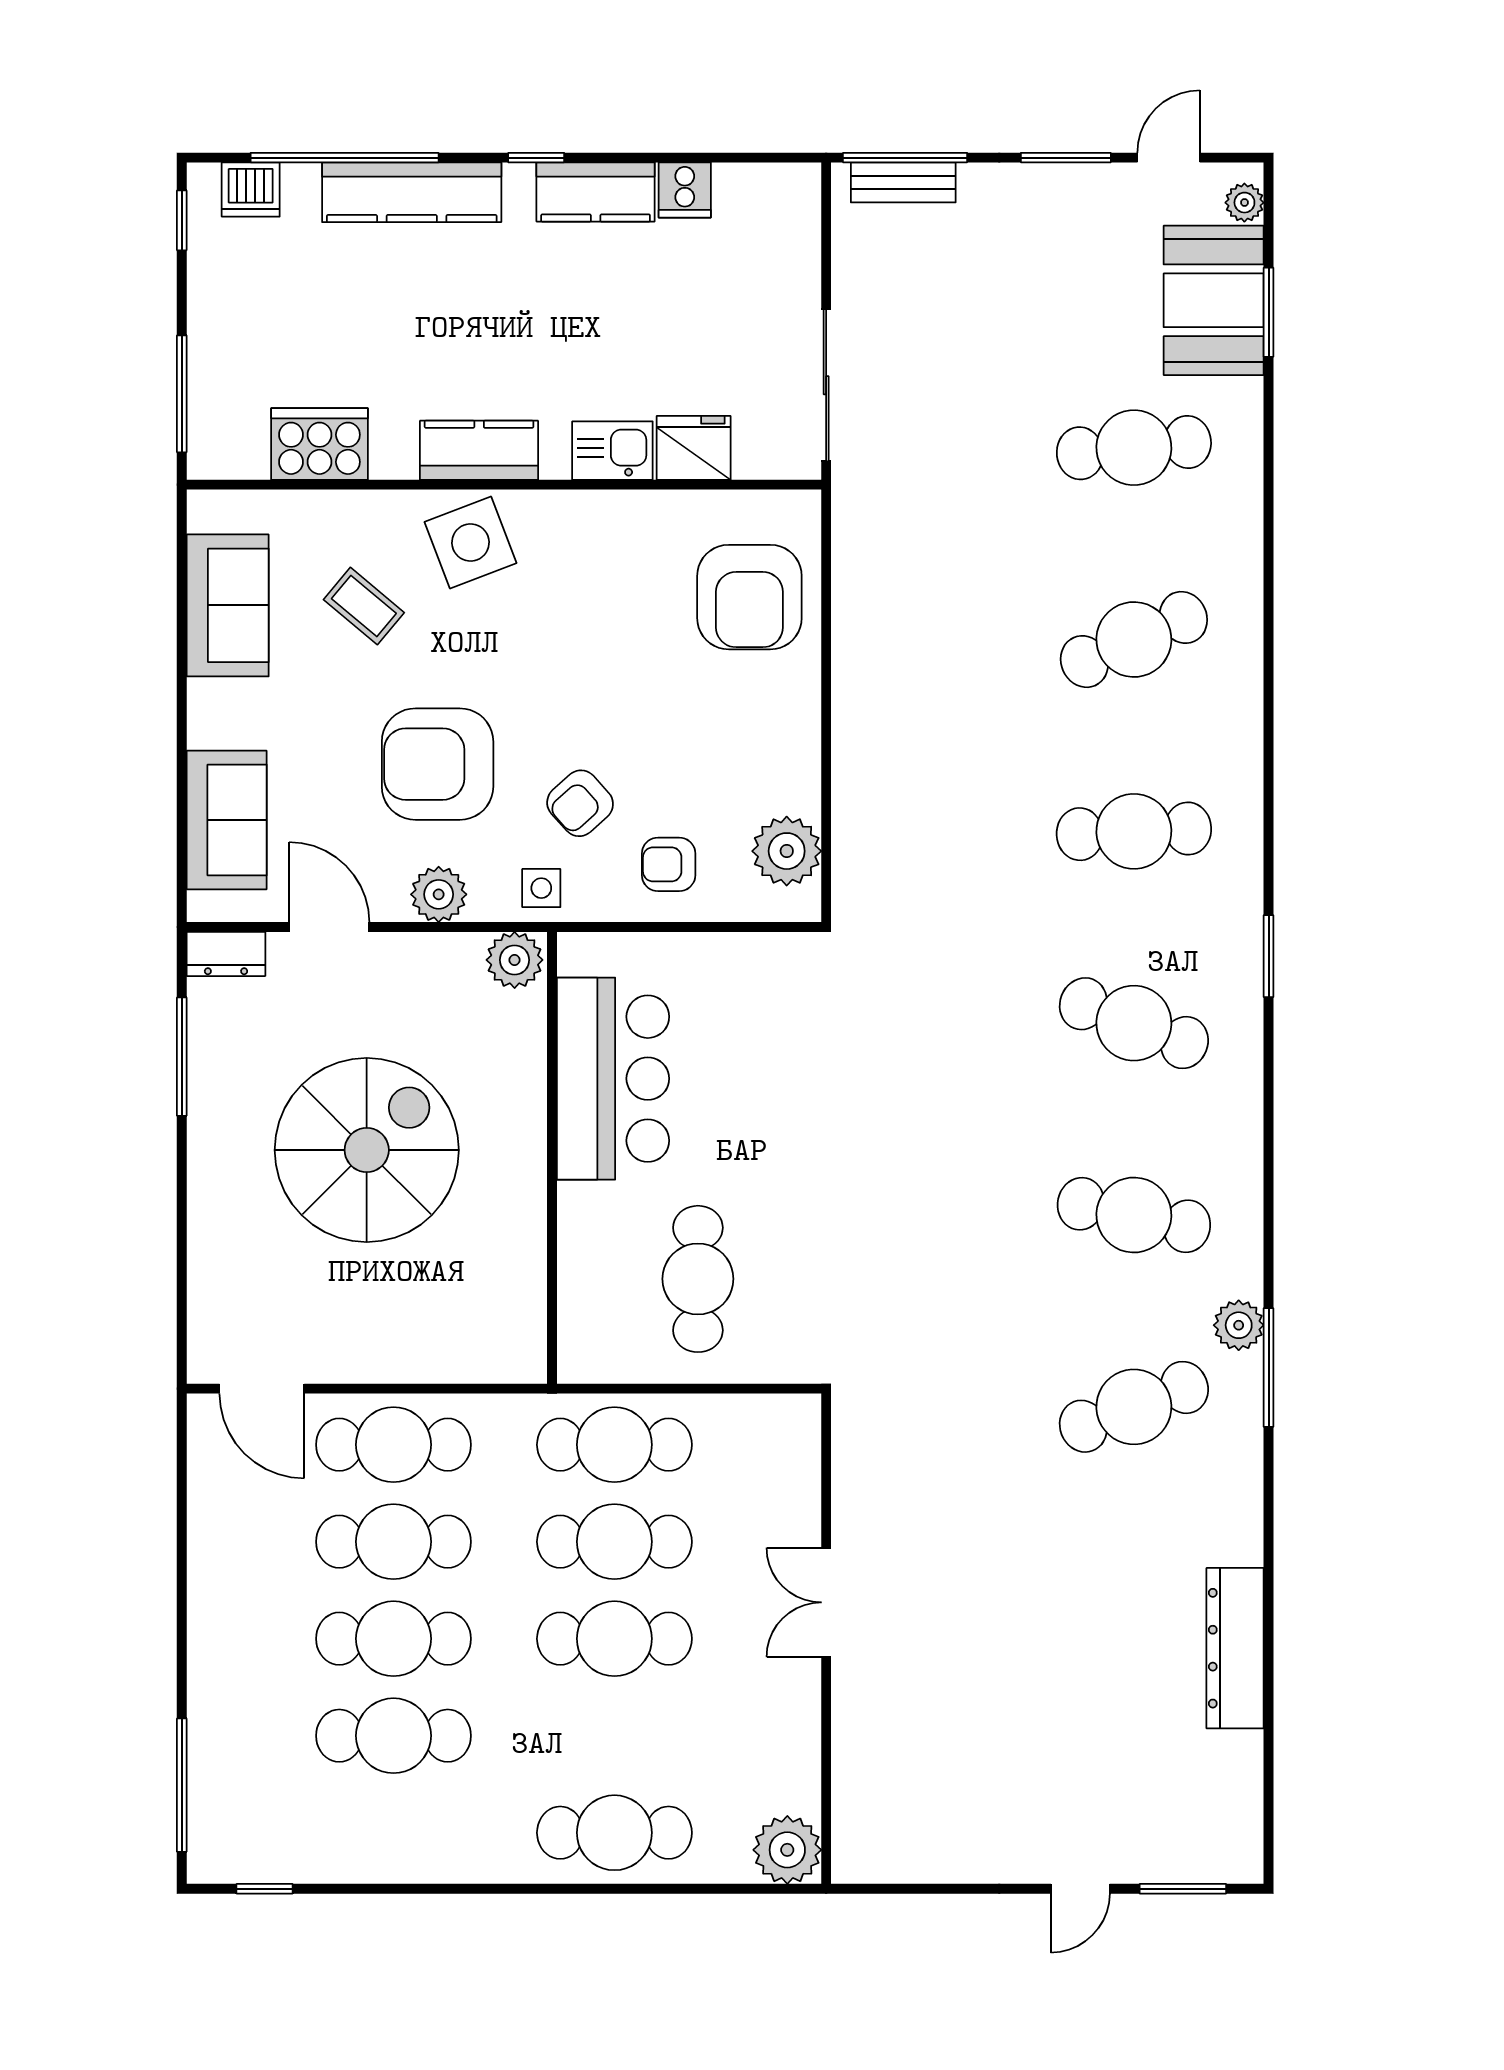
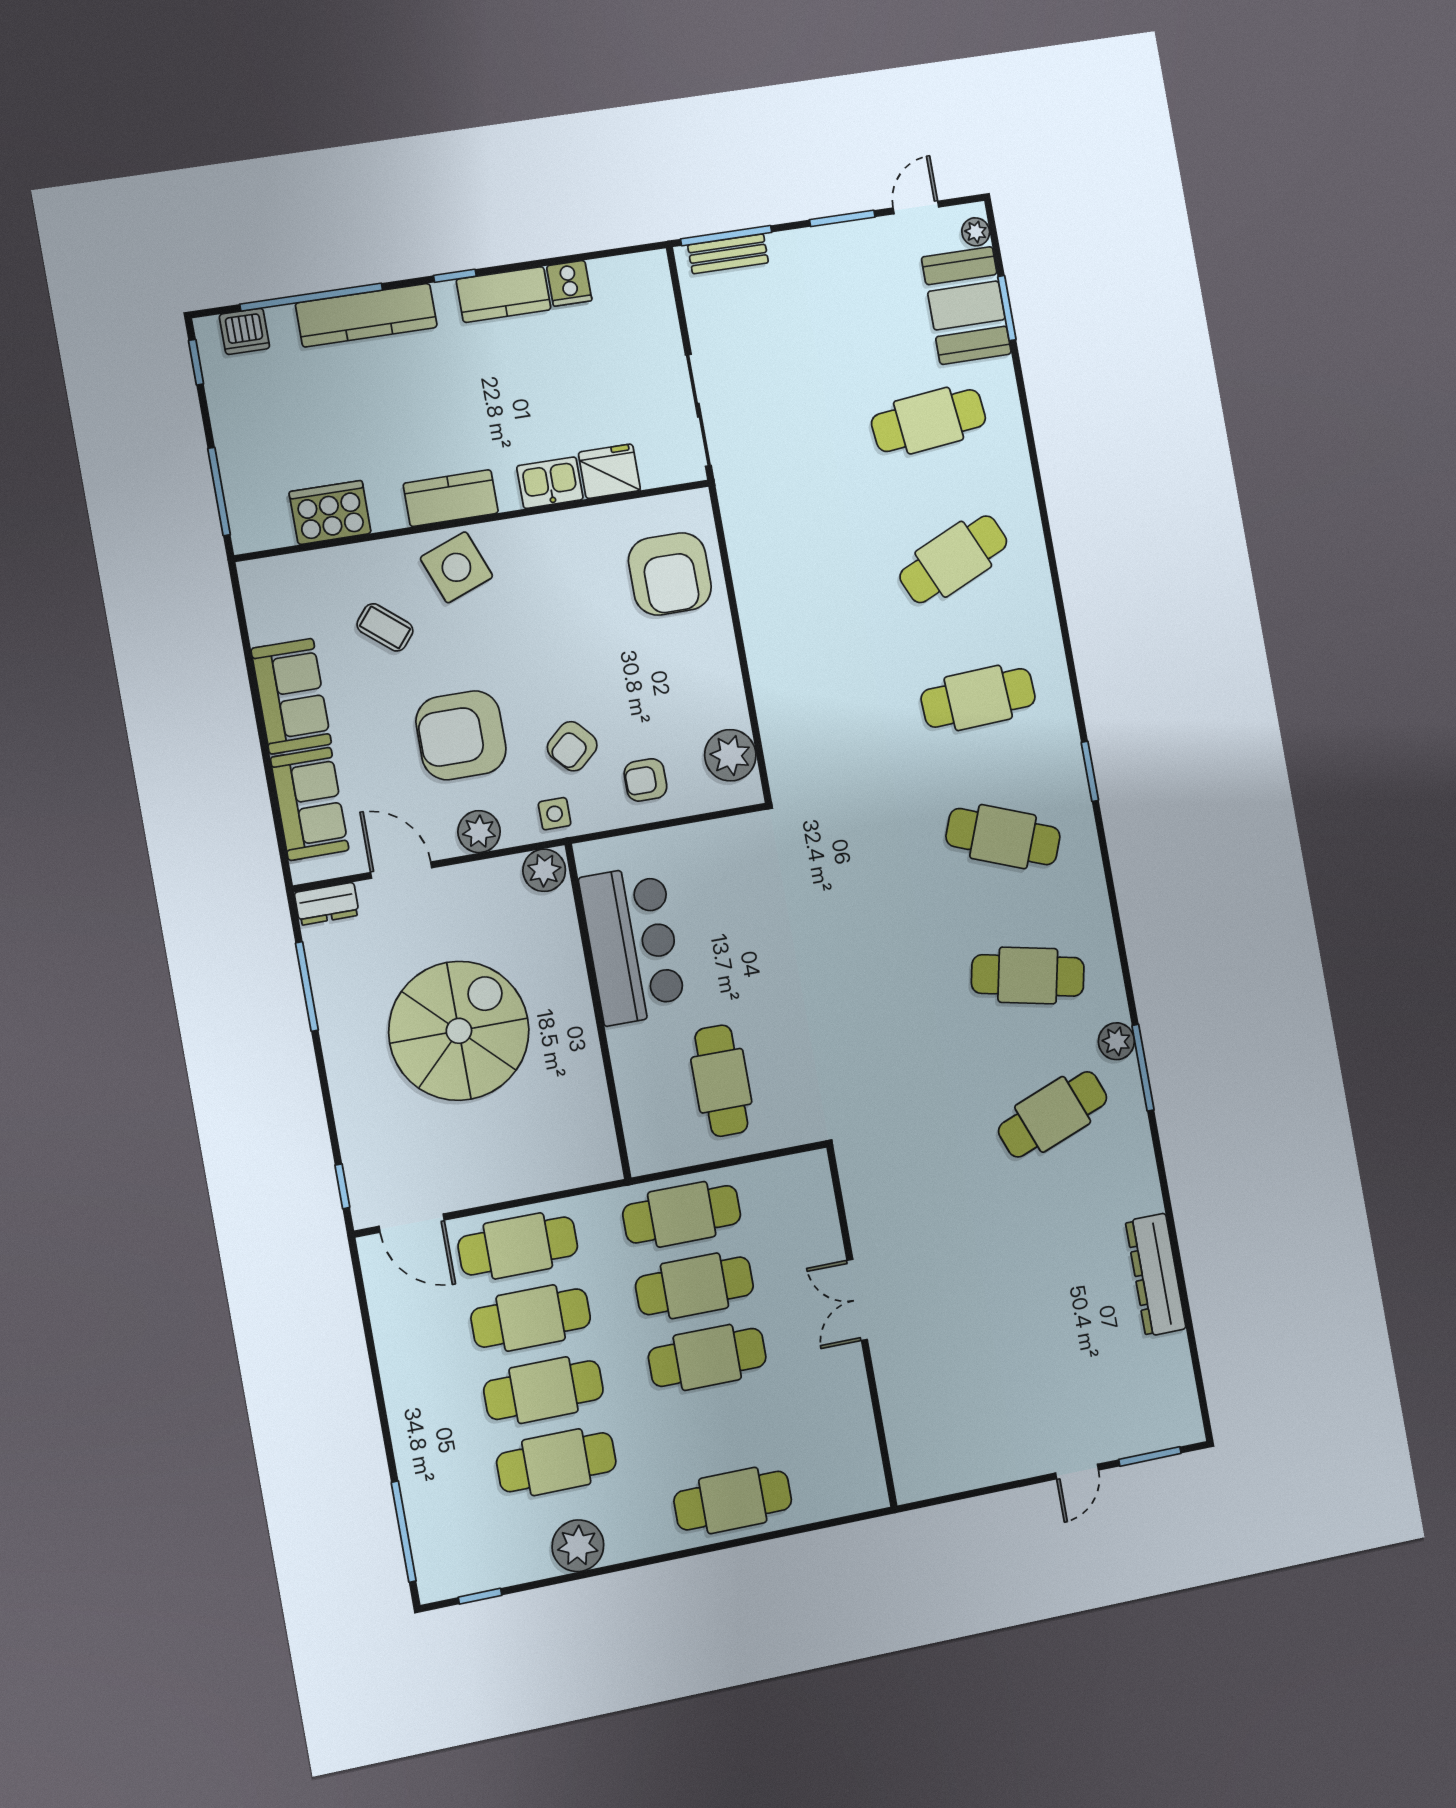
sofa: (228, 605) -> (291, 696), moved
window: (182, 1324) -> (342, 1186), added
plant: (787, 1850) -> (578, 1546), moved

